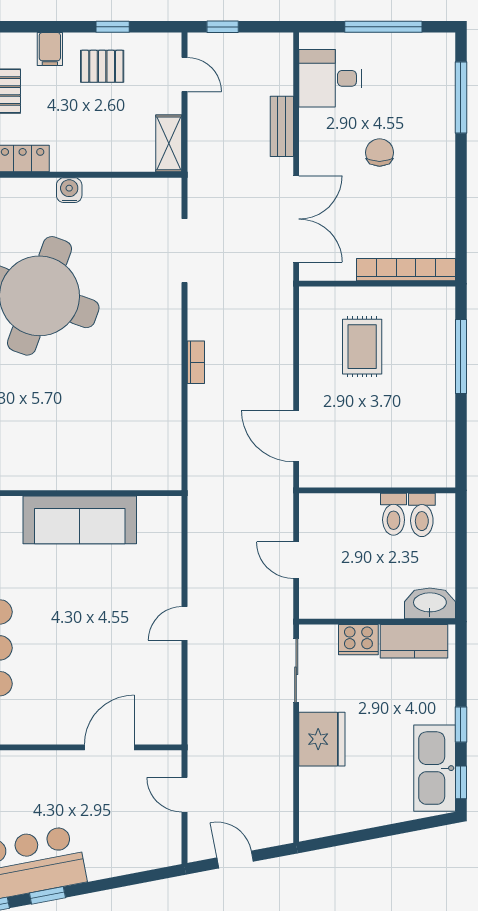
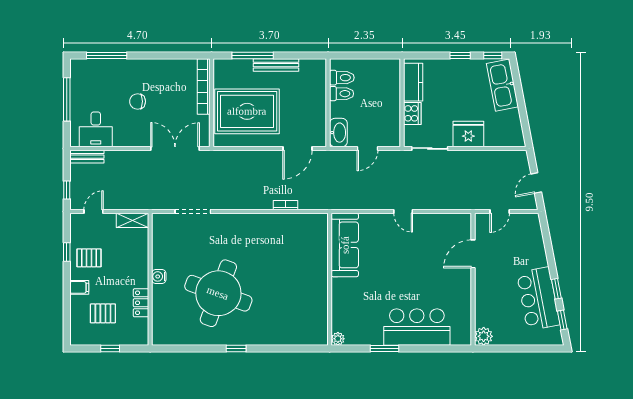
pallet: (102, 66) -> (89, 258), turned 90
bench: (282, 126) -> (87, 157), moved
rug: (362, 347) -> (247, 111), width x1.86, depth x2.06
bookcase: (196, 362) -> (286, 205), moved
bench: (444, 398) -> (276, 65), added
sofa: (80, 520) -> (345, 245), moved
washbasin: (430, 603) -> (338, 133), moved, turned 180
door: (109, 747) -> (473, 254), hinge flipped
kitchen sink: (435, 768) -> (502, 85), moved, turned 79

